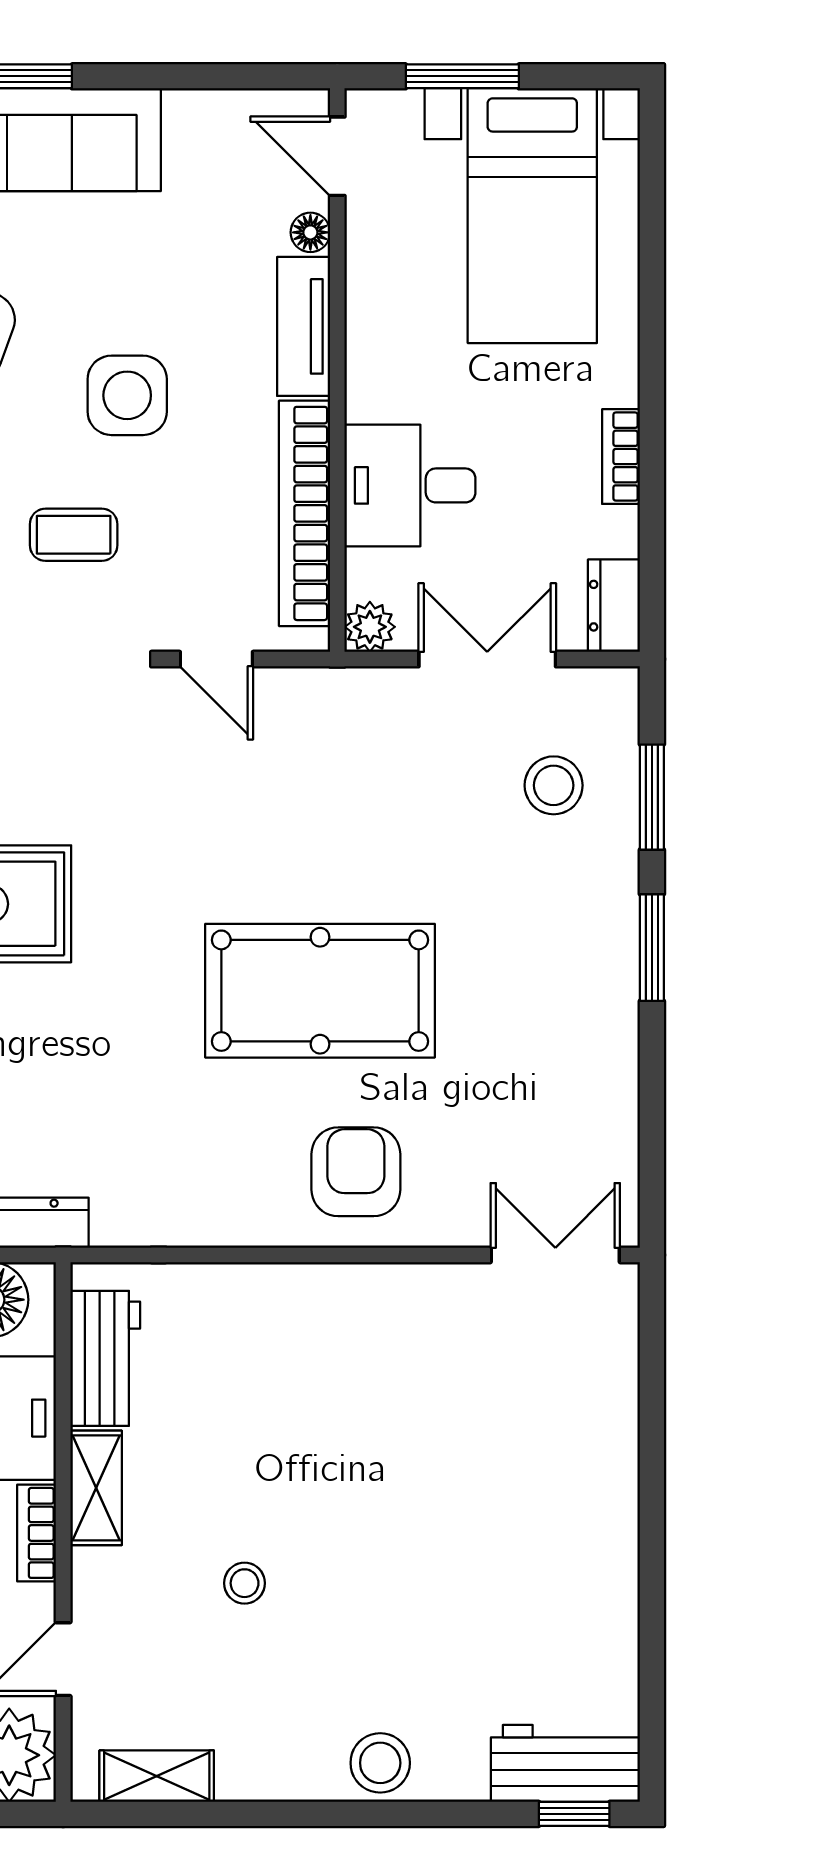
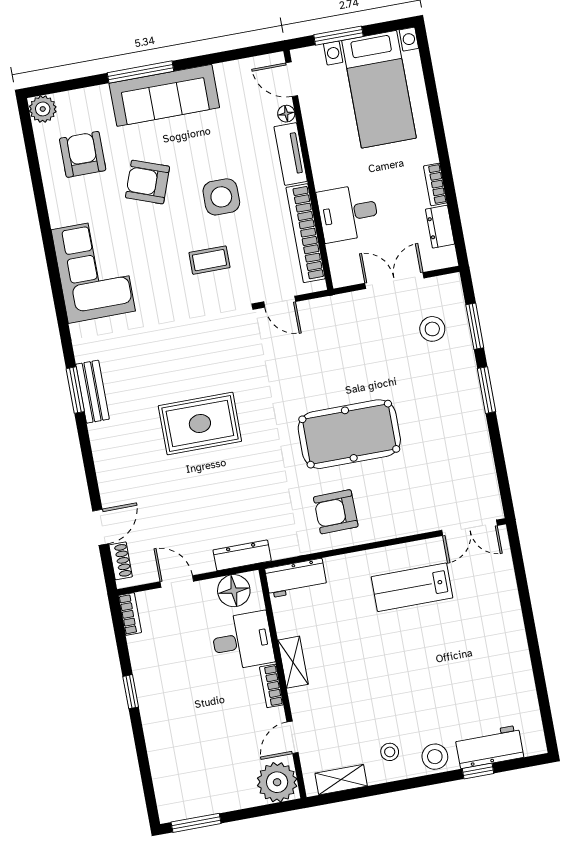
dresser: (614, 606) -> (440, 227), moved
plant: (370, 627) -> (342, 276), removed
armchair: (356, 1172) -> (336, 512), moved, turned -91
double door: (555, 1255) -> (470, 528), swing flipped
workbench: (105, 1358) -> (296, 578), moved, turned 90
lab bench: (399, 1367) -> (412, 587), added
stool: (245, 1583) -> (390, 752), moved
workbench: (565, 1763) -> (489, 747), moved
window: (574, 1814) -> (478, 771), moved

